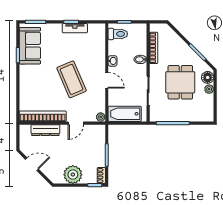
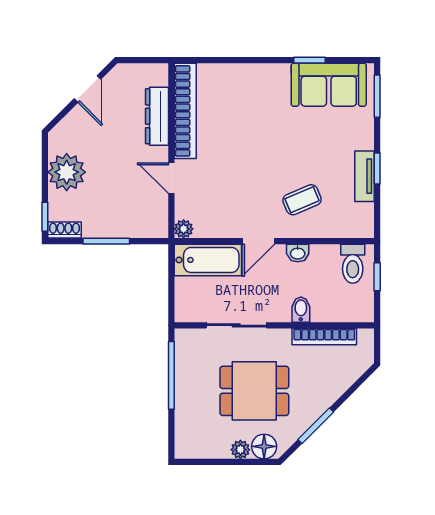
coffee table: (72, 79) -> (302, 200), moved, width x0.54, depth x0.58
bathtub: (125, 114) -> (208, 260), moved, turned 90

